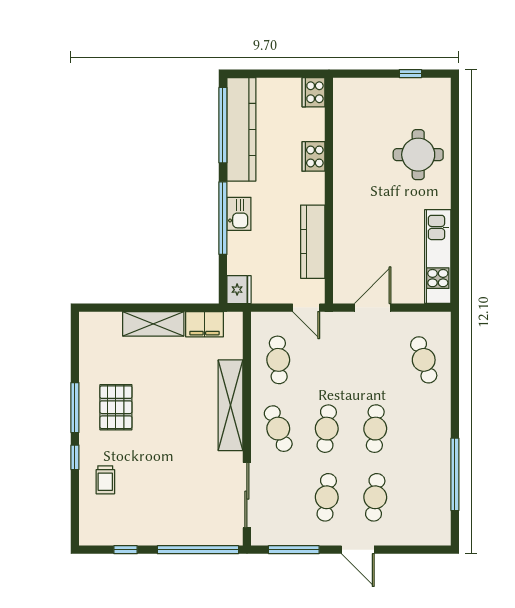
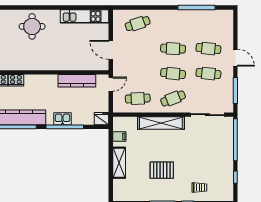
cooker: (314, 156) -> (16, 80), moved
filing cabinet: (204, 324) -> (119, 136), width x0.50
pallet: (116, 407) -> (162, 170), moved
door: (358, 550) -> (235, 58), hinge flipped

